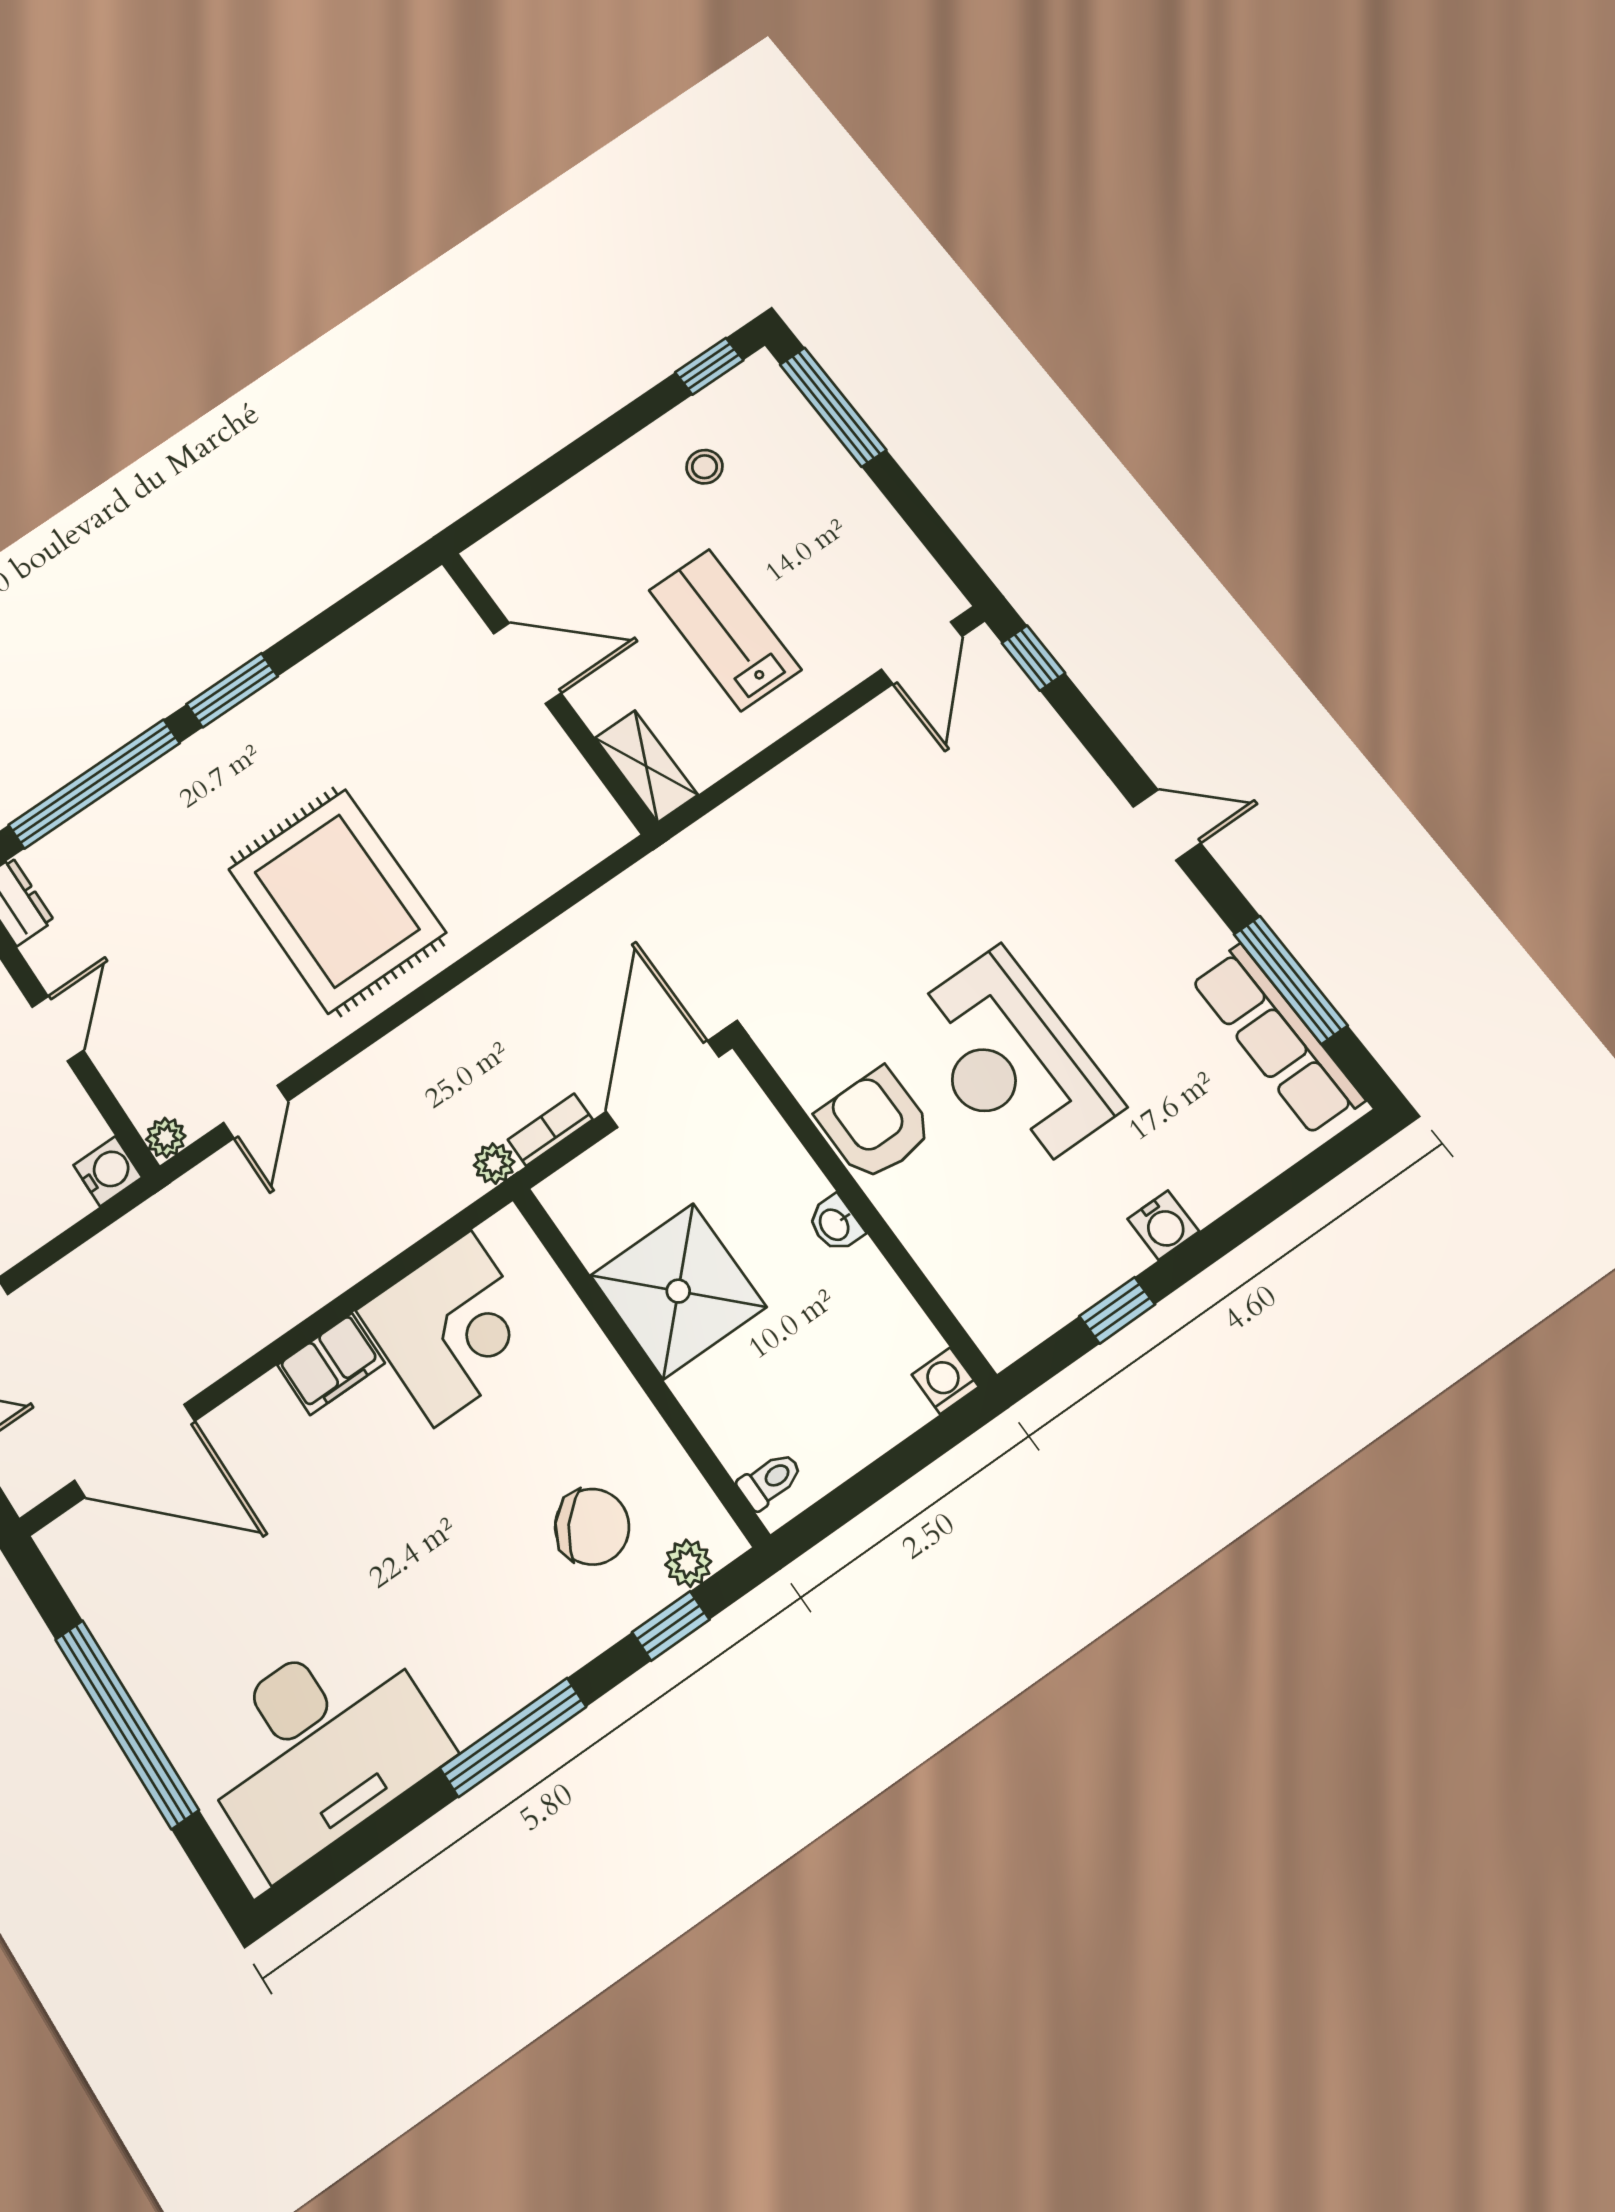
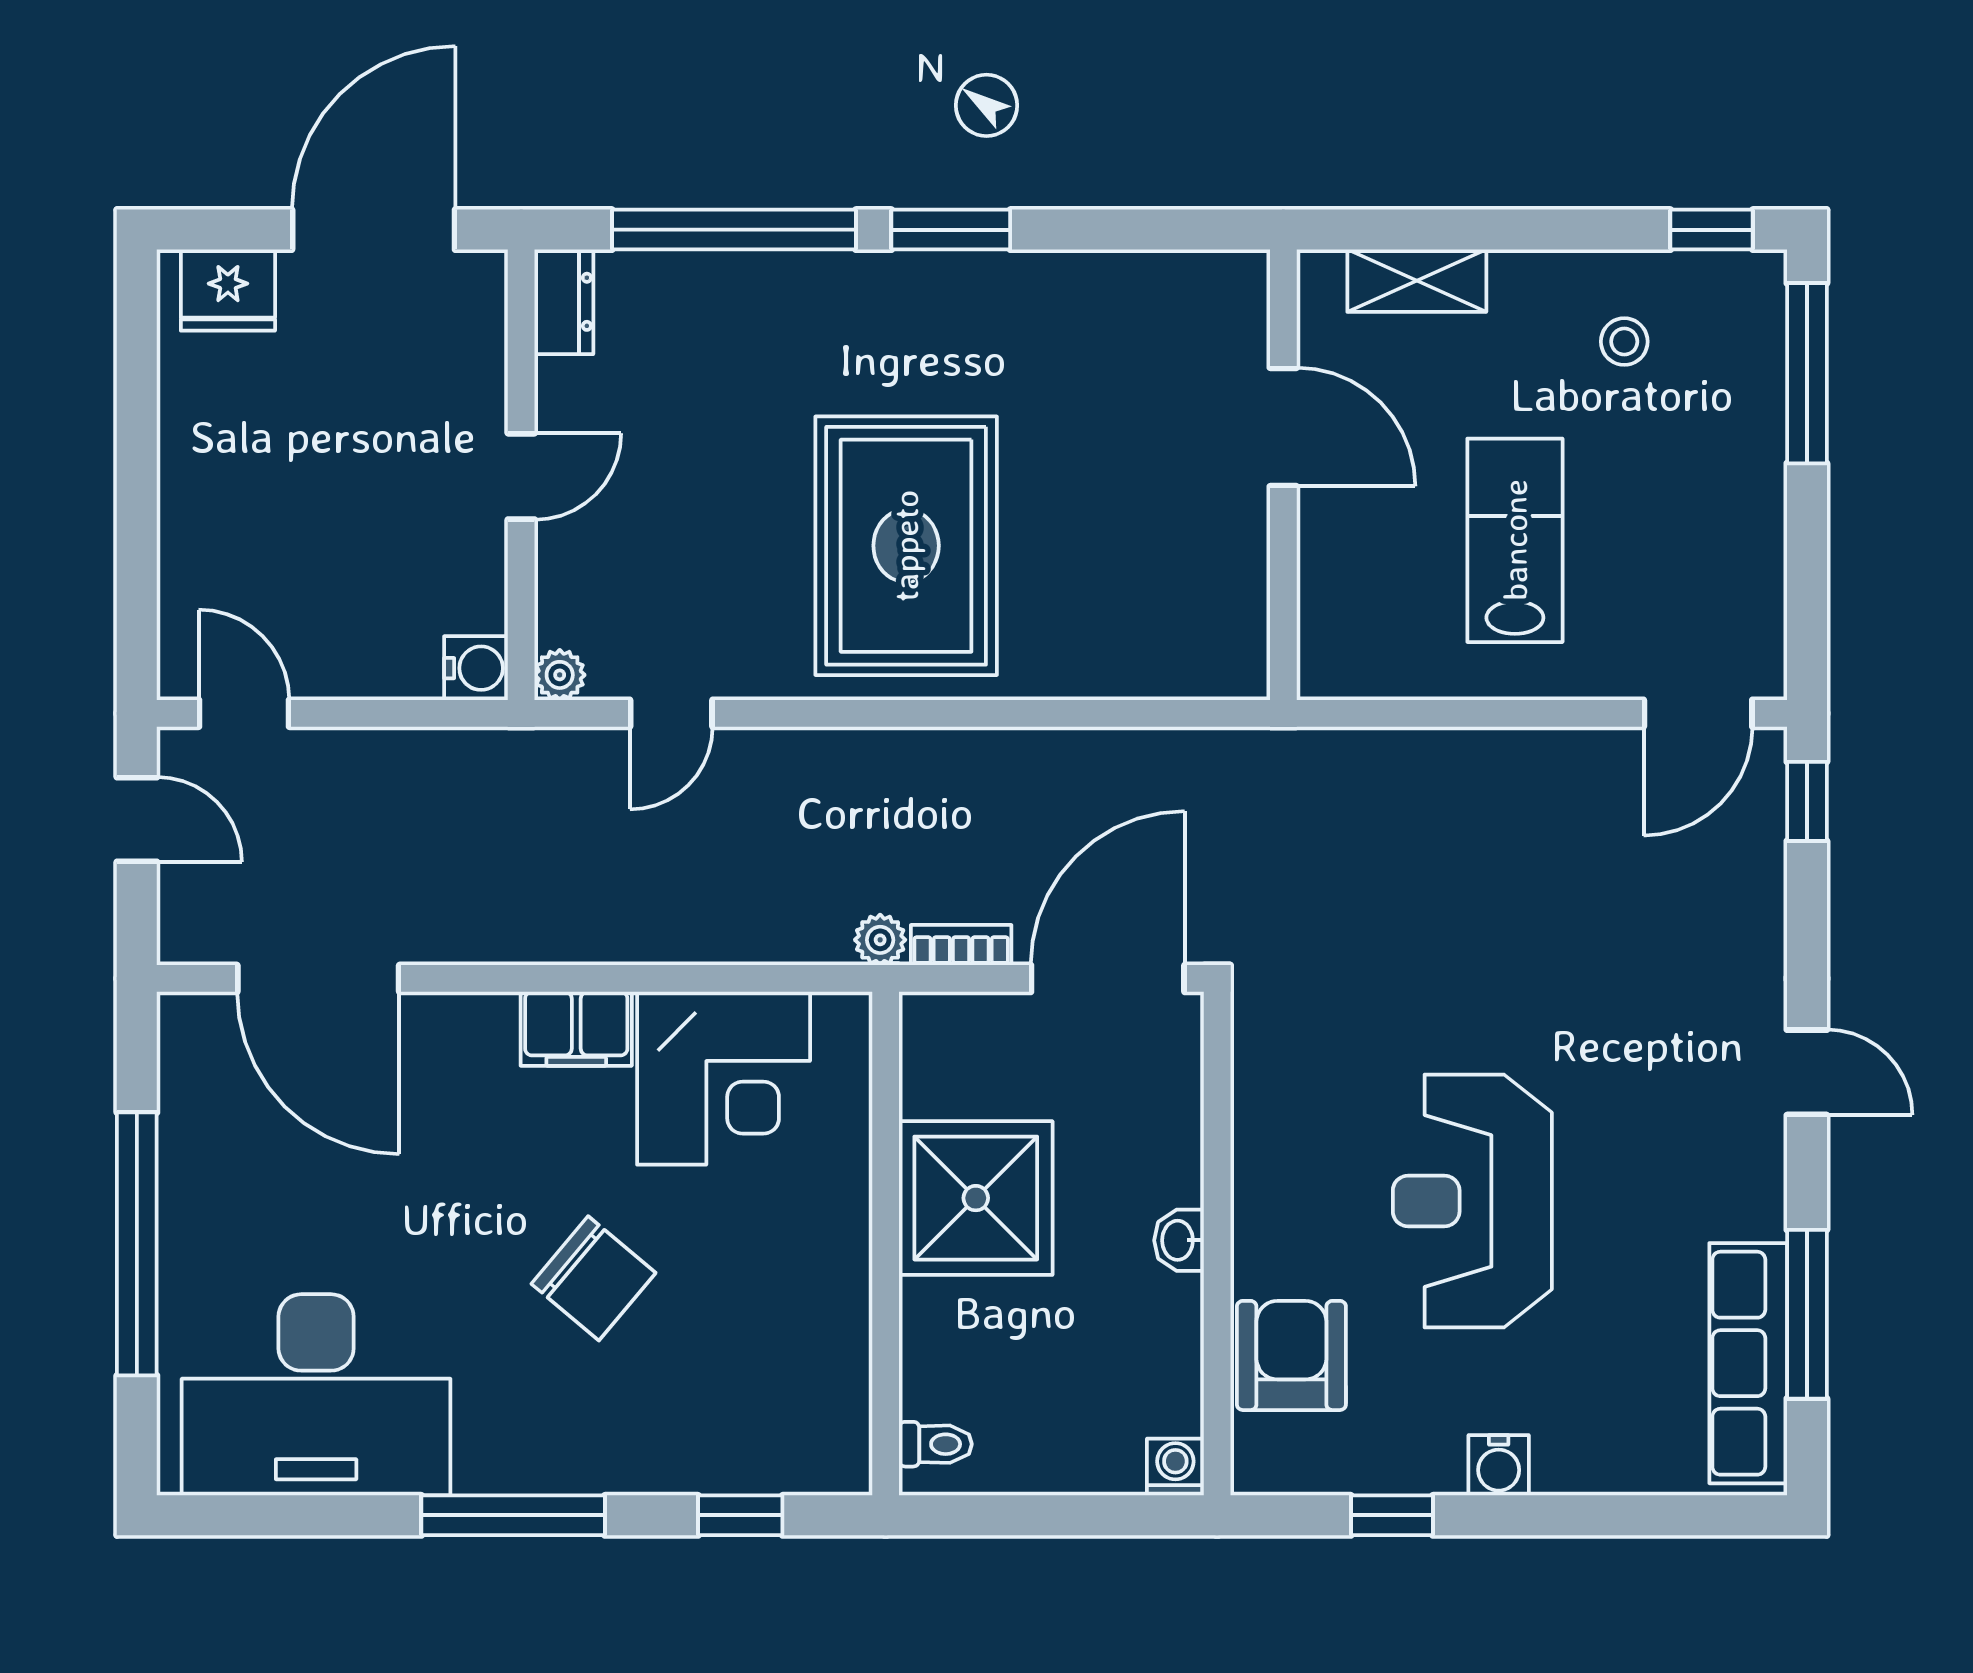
shelving: (646, 766) -> (1417, 281), moved, turned 90
armchair: (875, 1124) -> (1291, 1355), moved
chair: (592, 1527) -> (593, 1278), moved
plant: (688, 1563) -> (799, 1468), removed

